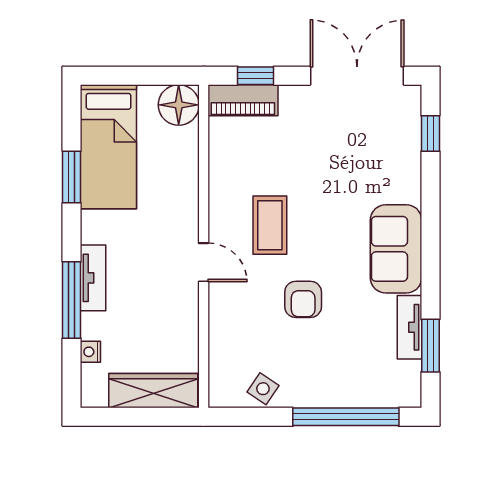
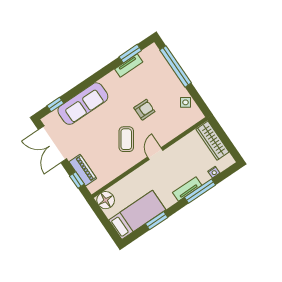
piano: (243, 100) -> (83, 170), moved
coffee table: (270, 225) -> (126, 139), turned -56
sofa: (396, 249) -> (83, 104), moved, width x1.36

